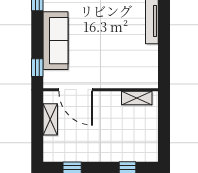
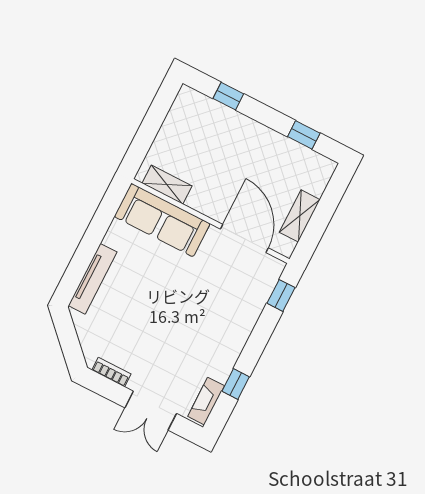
sofa: (56, 41) -> (162, 220), moved, turned -90

